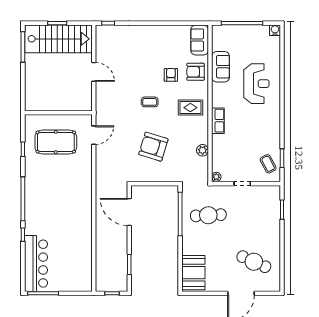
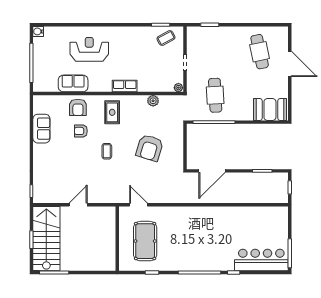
sofa: (200, 40) -> (41, 129), moved, turned -90
cafe table: (254, 262) -> (260, 52), turned -36

